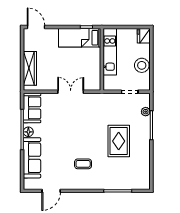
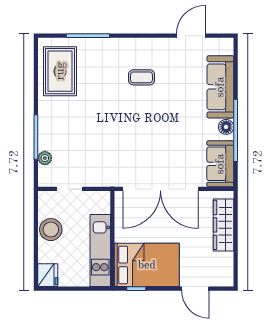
door: (36, 27) -> (195, 289), moved
bed: (80, 38) -> (147, 265), width x1.50
double door: (71, 92) -> (160, 189), width x1.87
rug: (119, 141) -> (60, 71), moved

